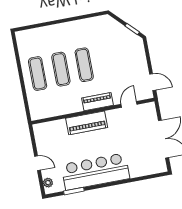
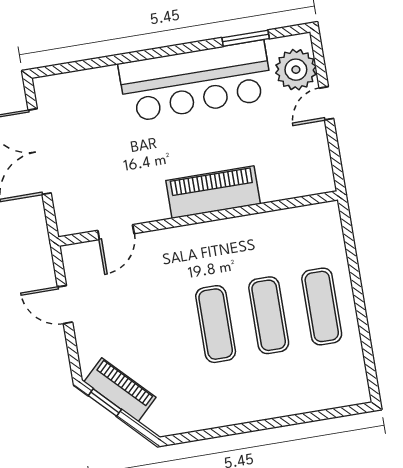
door: (153, 82) -> (65, 305), moved
piano: (97, 102) -> (120, 390), moved, turned -134
door: (37, 163) -> (326, 103), hinge flipped
plant: (48, 183) -> (296, 70), width x1.87, depth x1.87

